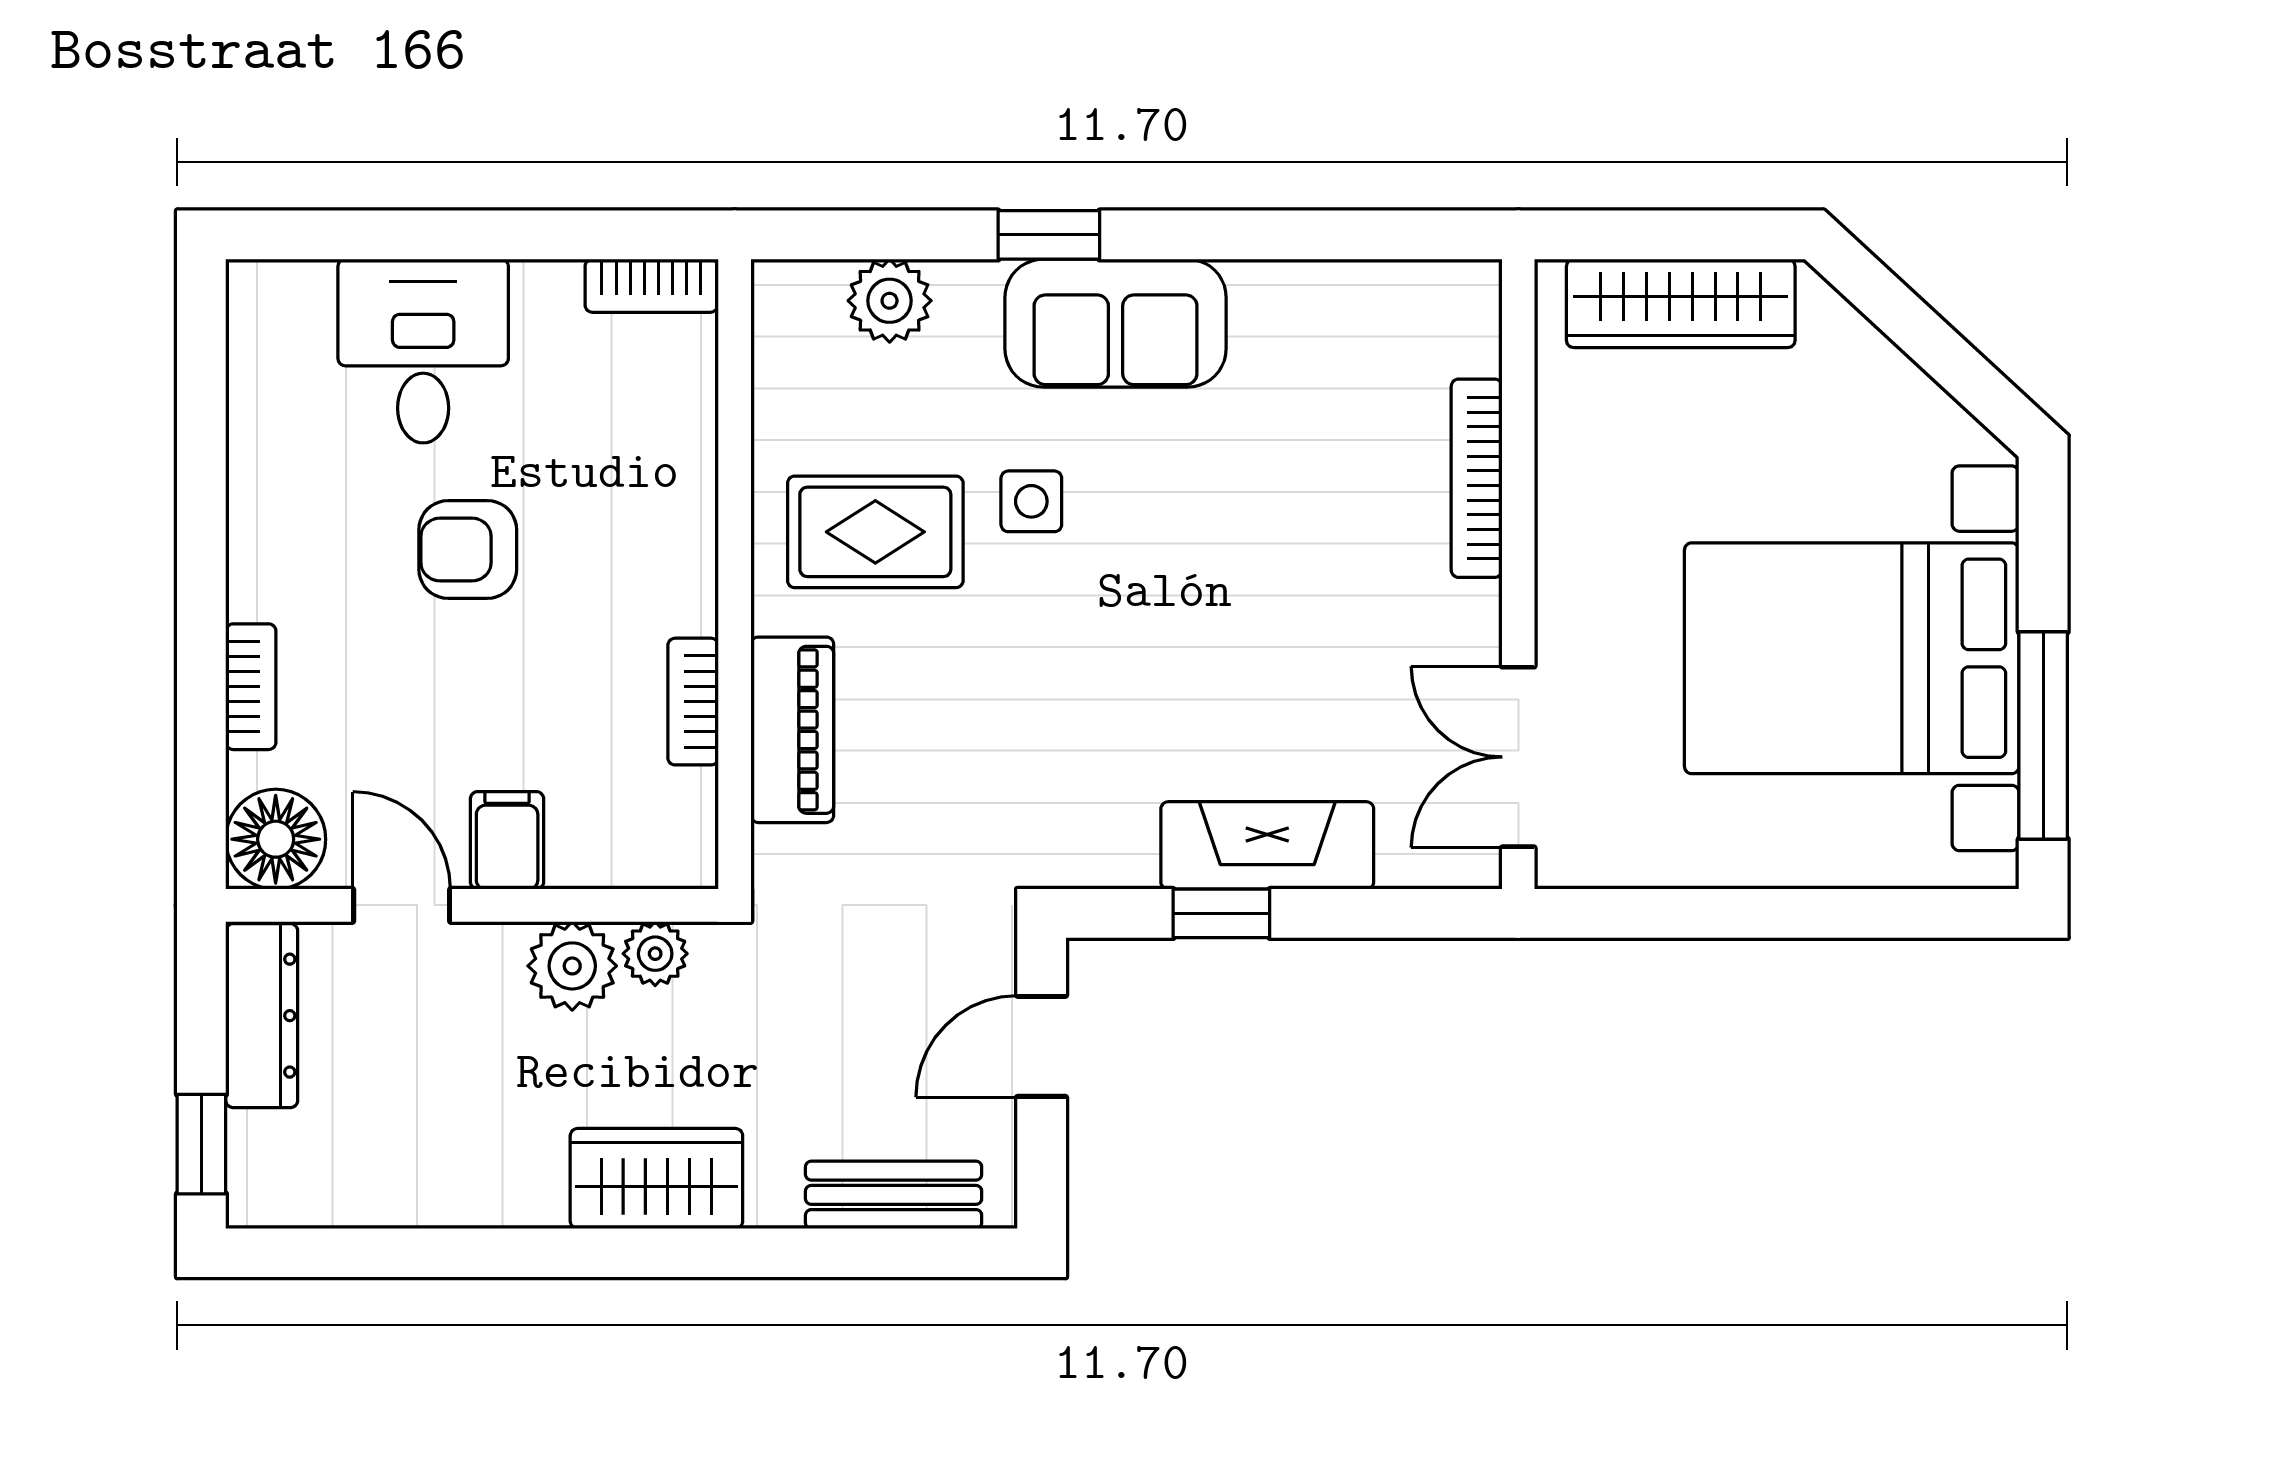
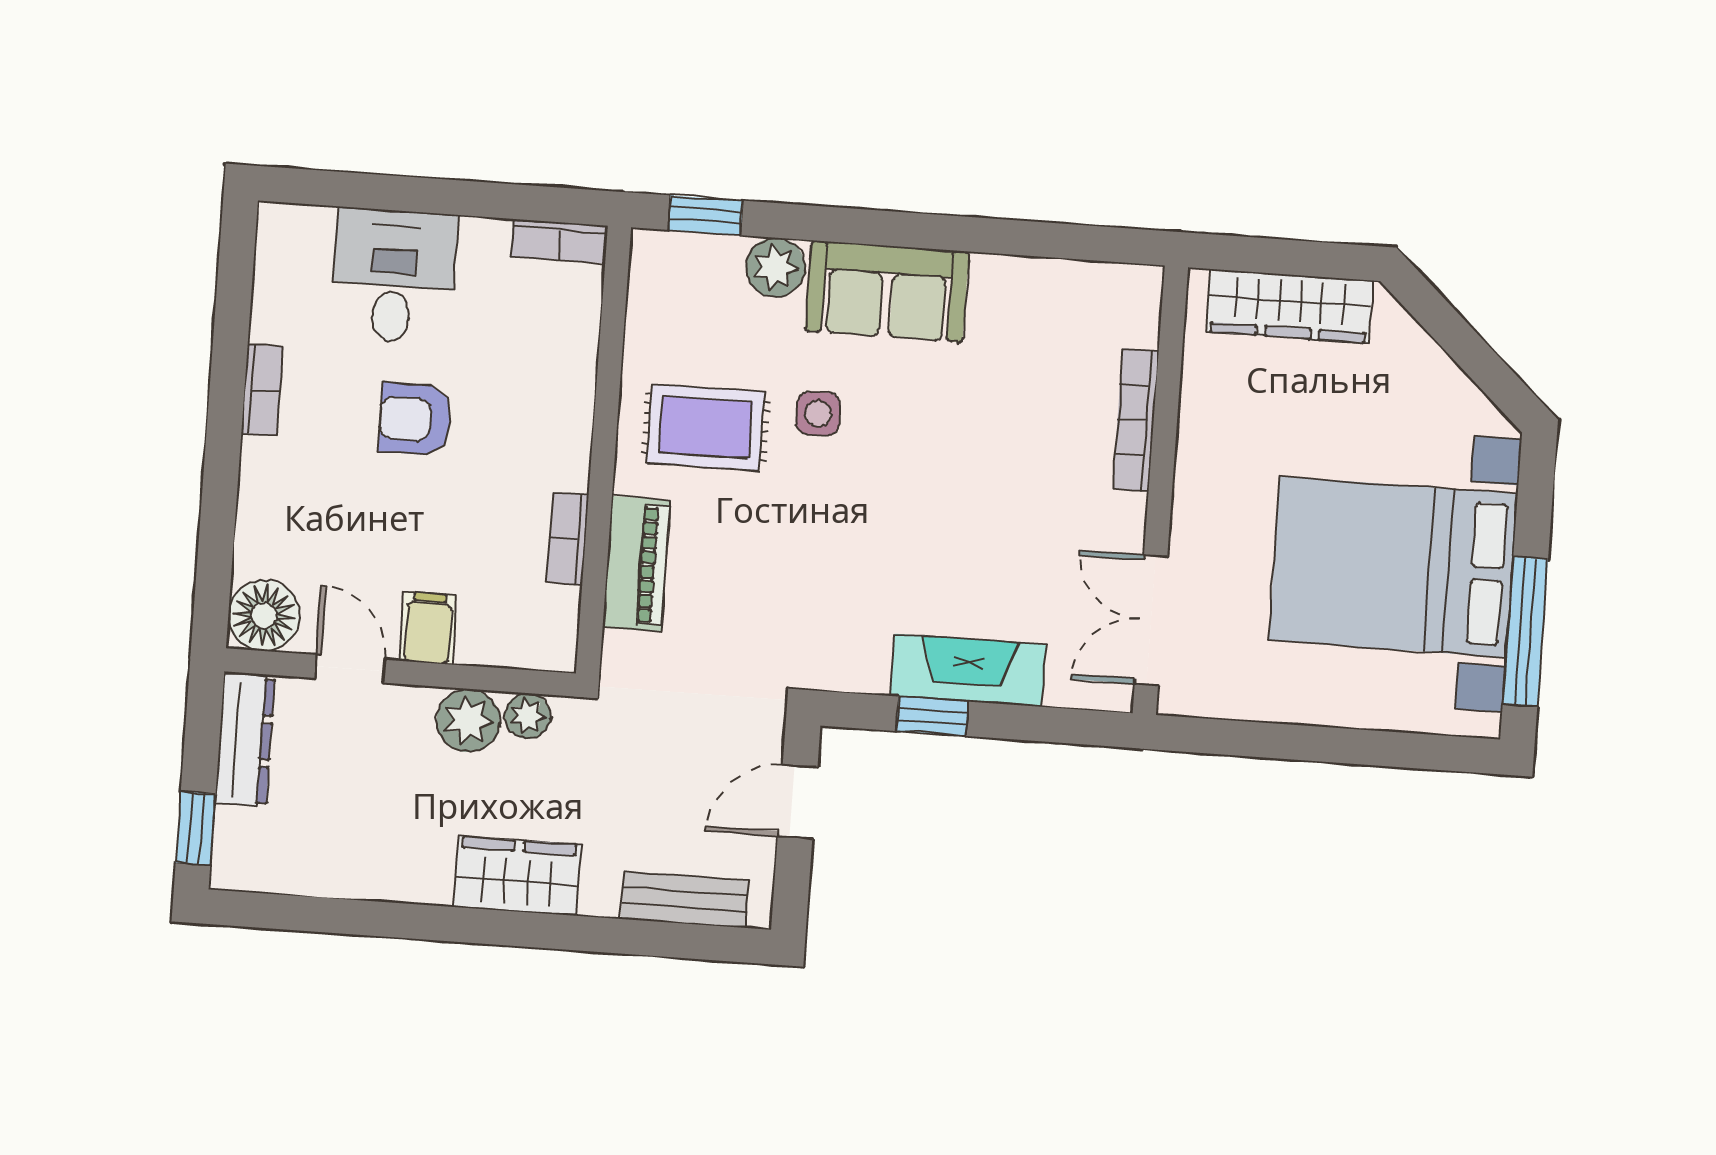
window: (1049, 235) -> (705, 215), moved
plant: (890, 301) -> (775, 267), moved
bookcase: (251, 687) -> (262, 390), moved

